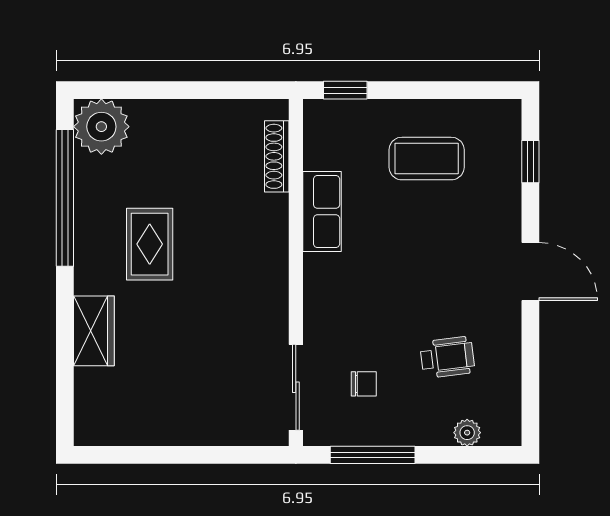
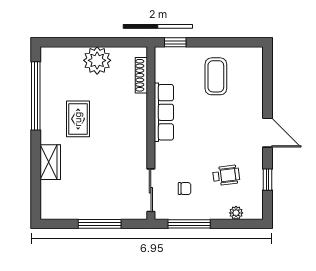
plant: (101, 127) -> (97, 60), moved
coffee table: (427, 159) -> (216, 76), turned 90
window: (530, 162) -> (268, 180), moved
row of seats: (322, 212) -> (164, 112), width x1.48
window: (193, 455) -> (100, 224), added

